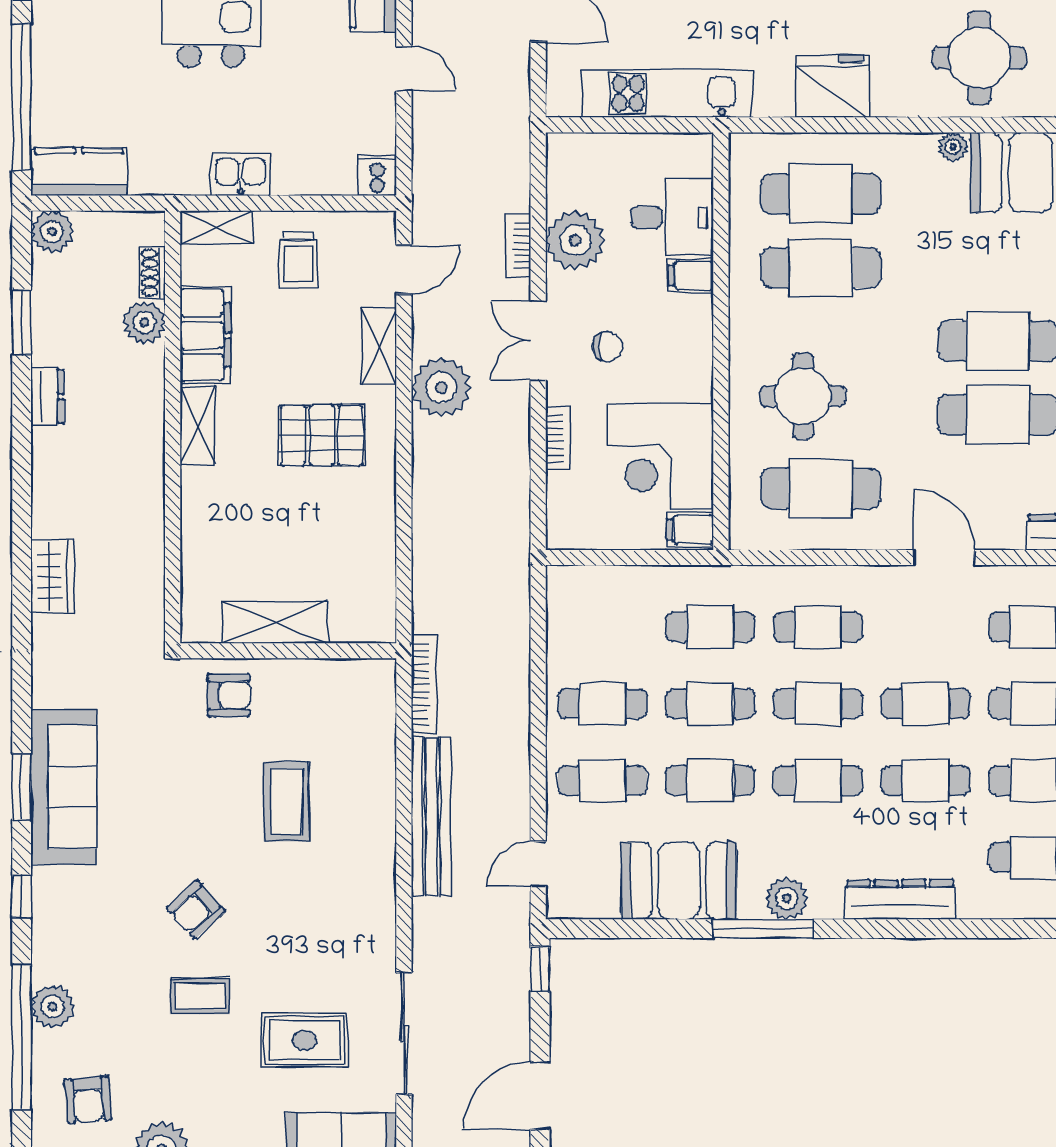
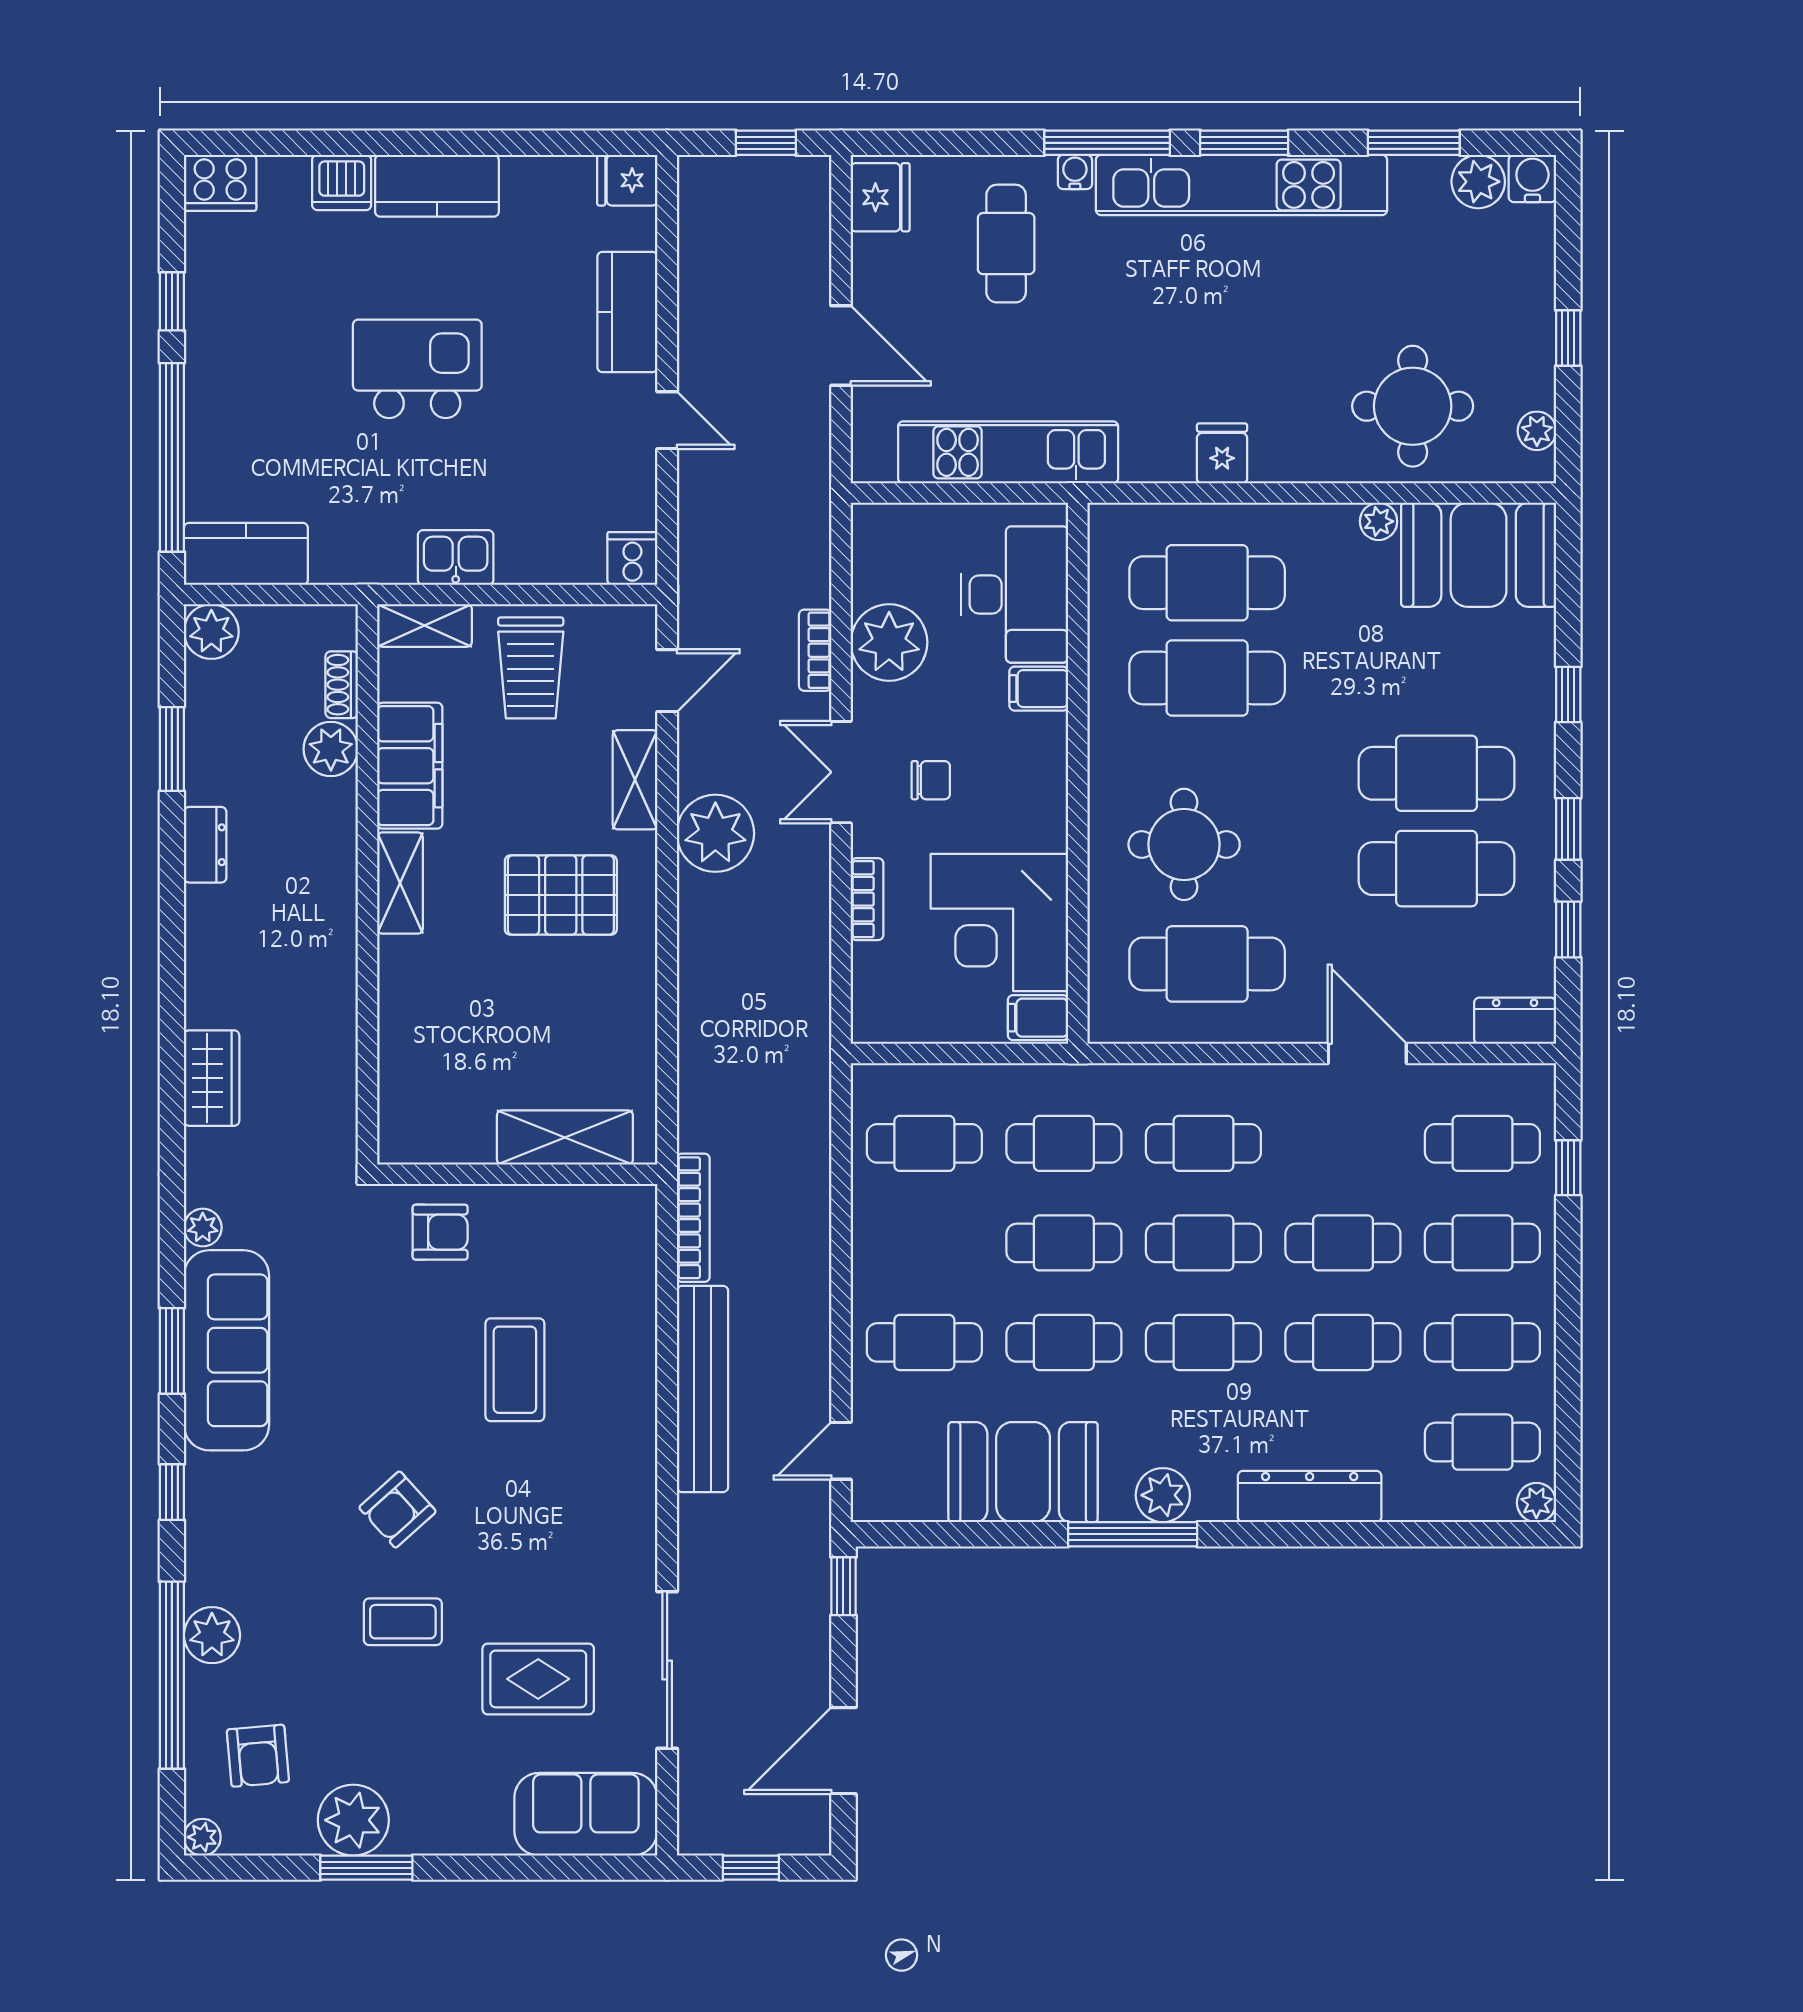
fridge: (832, 86) -> (1222, 453), width x0.53, depth x0.75
desk: (672, 217) -> (1015, 594), width x1.37
trolley: (299, 260) -> (531, 668), width x1.36, depth x1.39
shelving: (275, 622) -> (565, 1137), moved
plant: (45, 692) -> (203, 1228), added
cafe table: (603, 704) -> (924, 1143), moved

